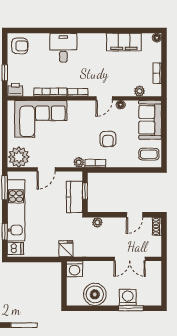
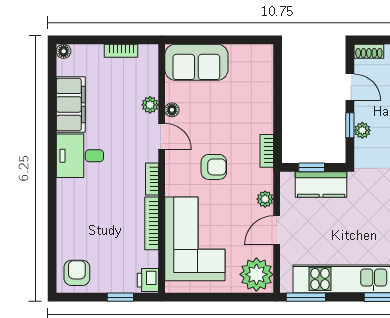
desk: (63, 48) -> (80, 156), moved
plant: (140, 91) -> (150, 105), moved
armchair: (108, 139) -> (214, 167), moved
coffee table: (149, 154) -> (252, 64), removed
plant: (79, 162) -> (265, 199), moved
door: (46, 169) -> (277, 230), swing flipped
window: (111, 215) -> (350, 125), added
plant: (97, 222) -> (362, 130), moved

